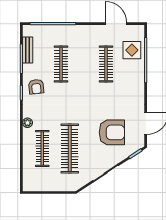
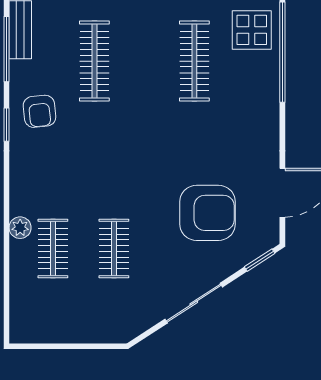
plant: (27, 123) -> (20, 228), moved
clothes rail: (42, 149) -> (53, 249), width x0.73
clothes rail: (70, 149) -> (114, 249), width x0.54, depth x0.76

